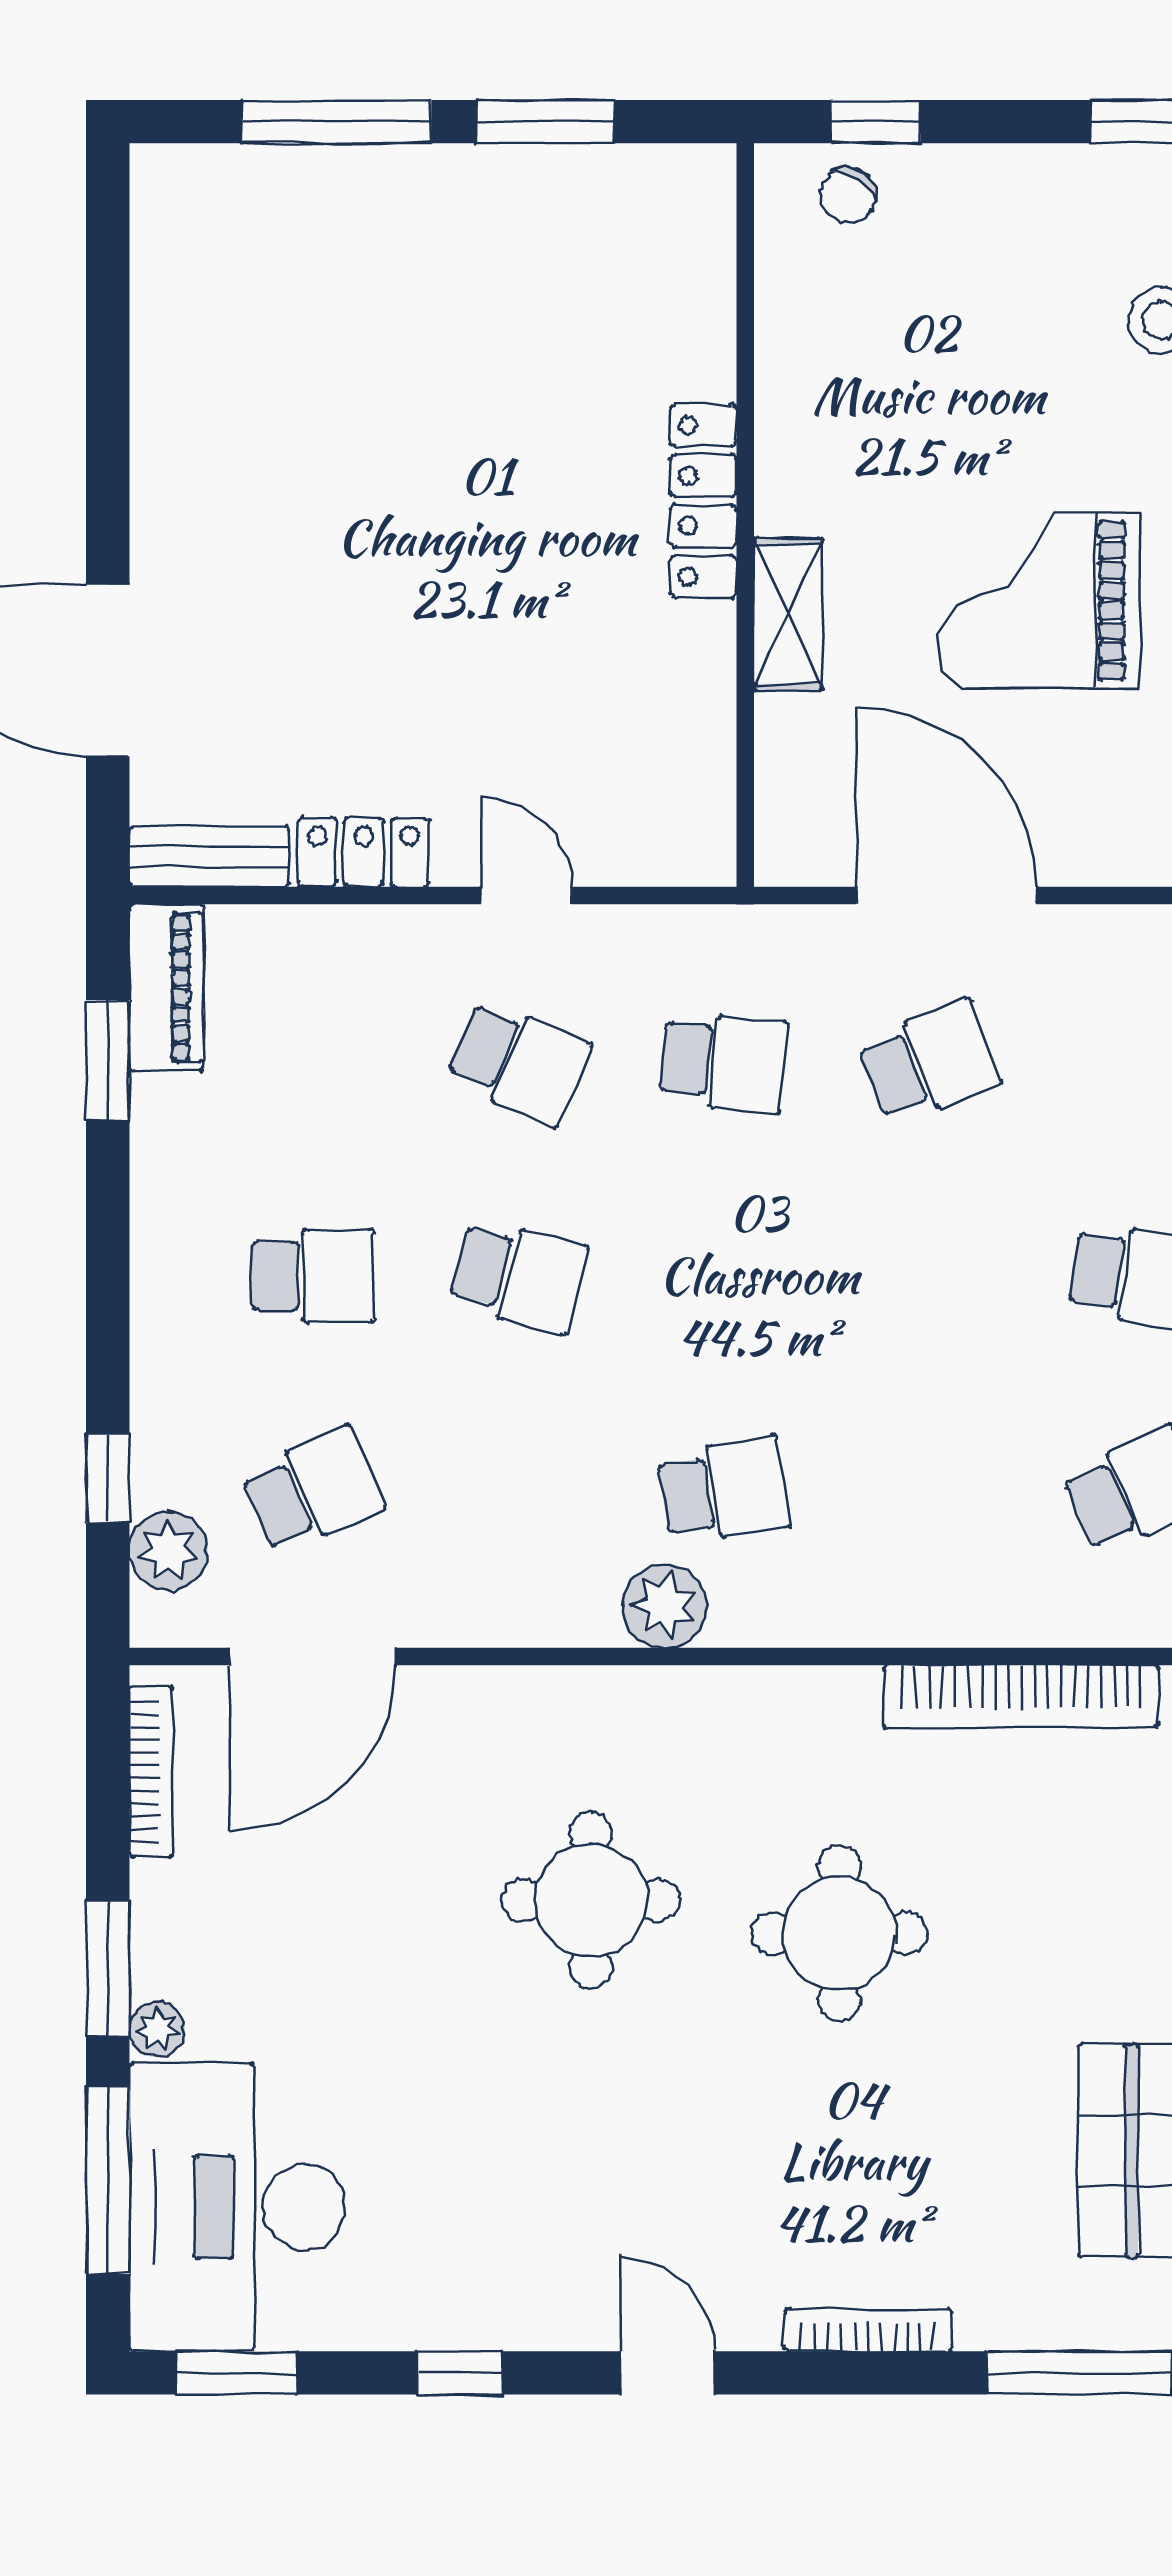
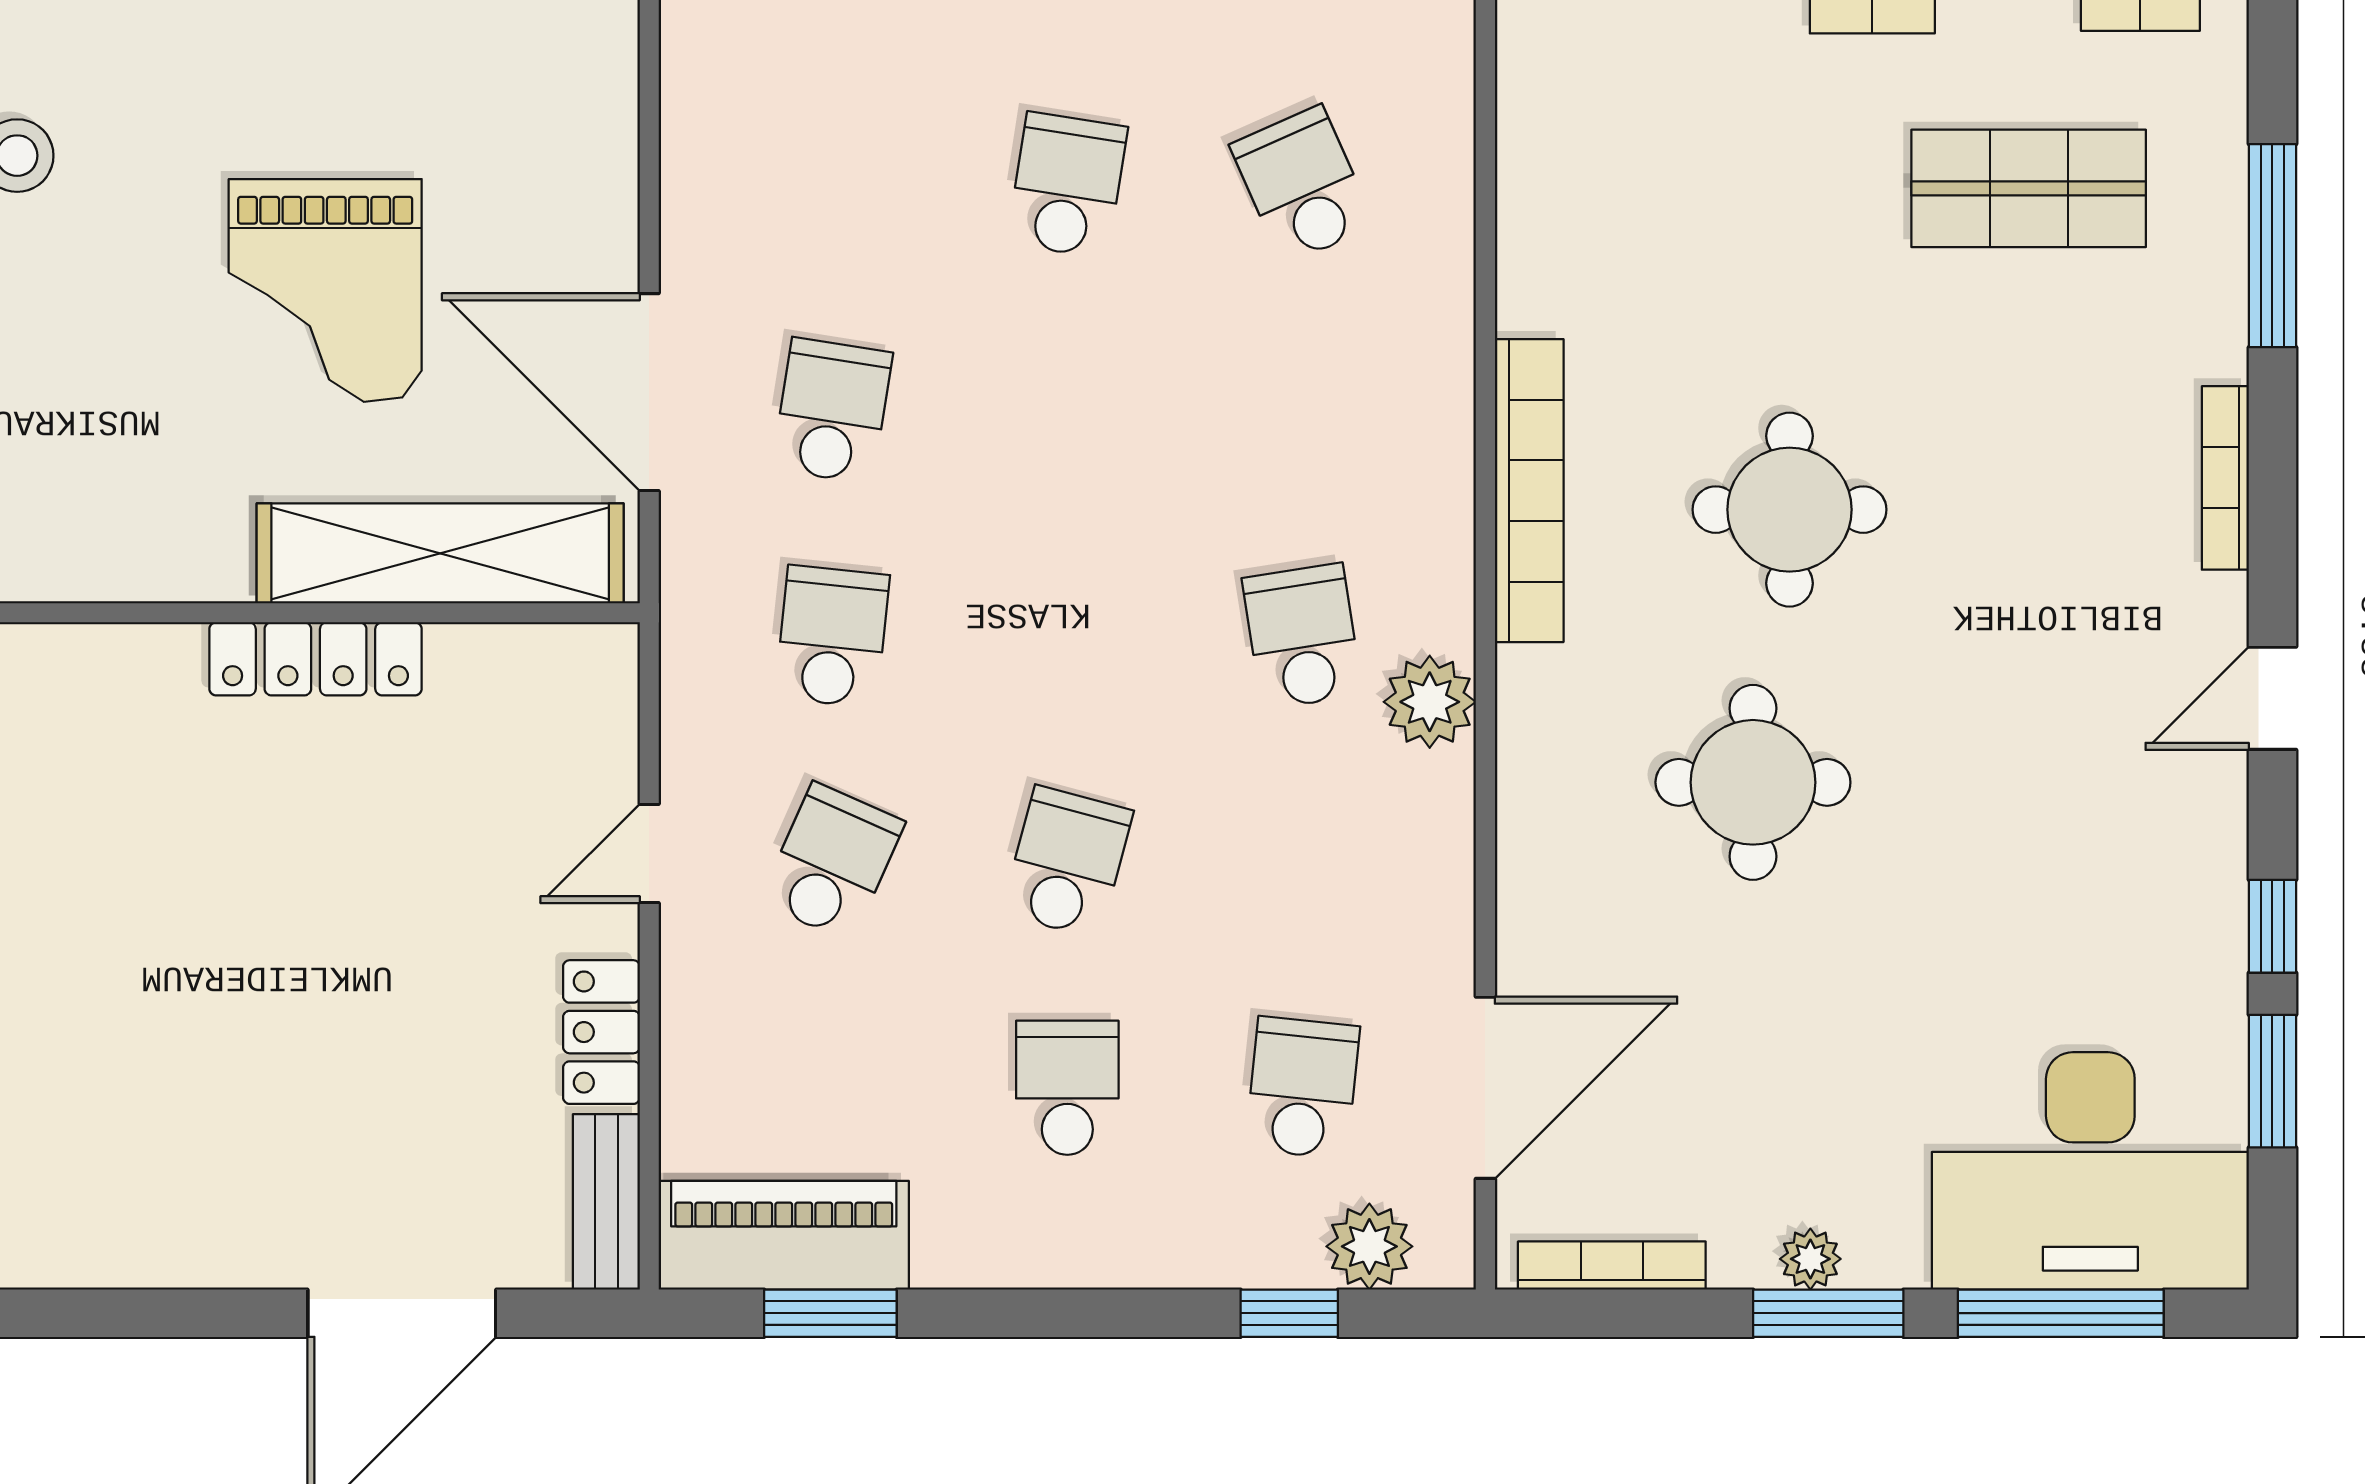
locker: (703, 501) -> (316, 659), moved
shelving: (788, 614) -> (440, 553), width x2.20, depth x1.33
door: (946, 896) -> (649, 392), hinge flipped
piano: (167, 987) -> (784, 1235), width x1.37, depth x1.33
school desk: (929, 1062) -> (832, 411), turned 30
school desk: (313, 1490) -> (1302, 1088), turned 30
door: (313, 1657) -> (1485, 1088), hinge flipped
bookcase: (1022, 1696) -> (1529, 491), moved
plant: (157, 2029) -> (1810, 1259), moved
window: (236, 2373) -> (2272, 1081), moved

